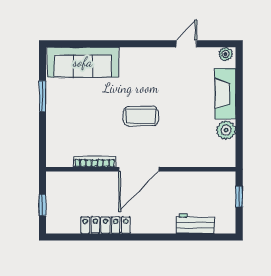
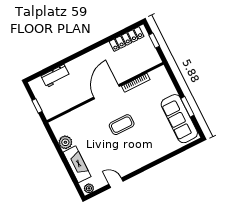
door: (186, 44) -> (116, 183), swing flipped
sofa: (83, 62) -> (179, 119), moved, turned -90
locker: (105, 225) -> (127, 39), moved

